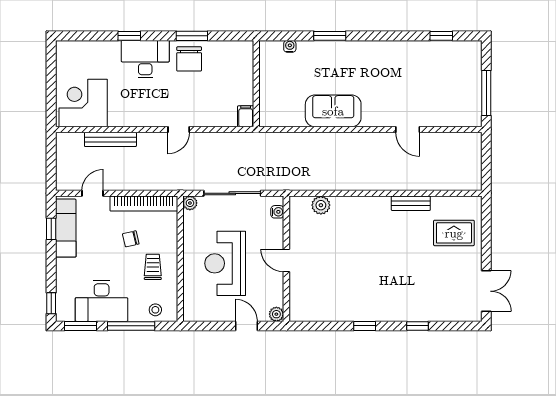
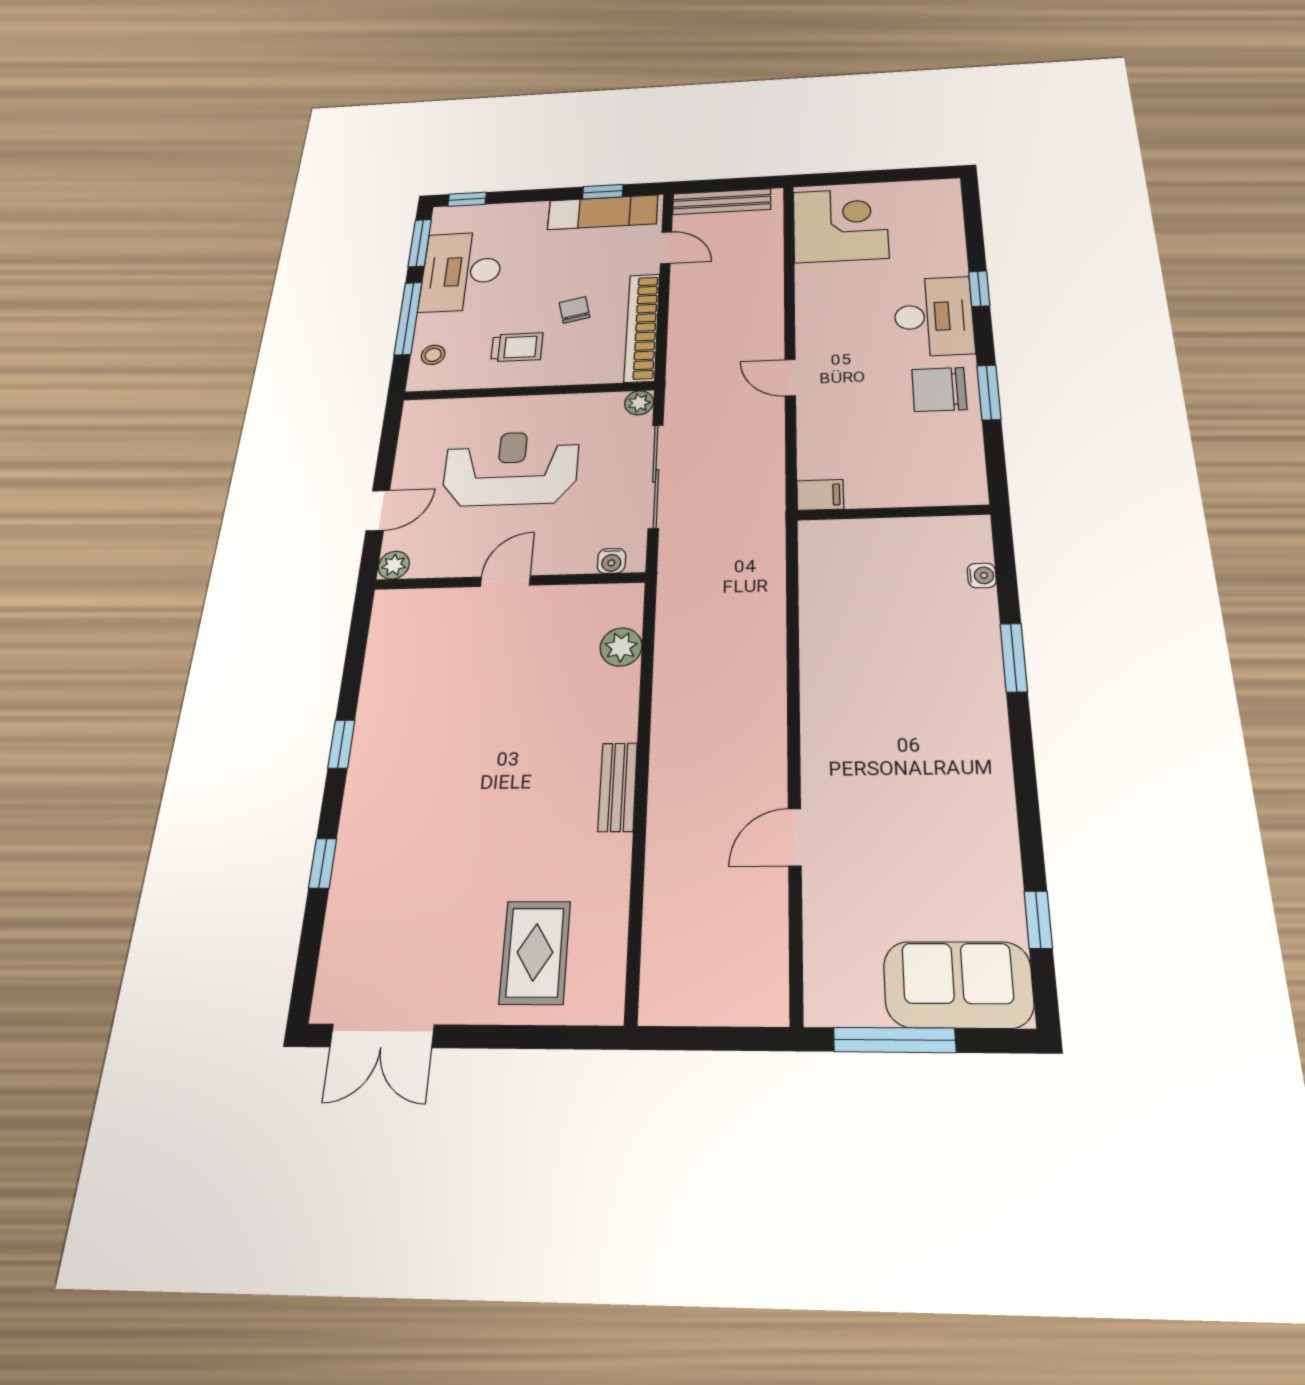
sofa: (333, 111) -> (958, 984), moved, turned -90
bench: (110, 139) -> (722, 202), moved, turned 90
bench: (411, 203) -> (618, 787), moved

